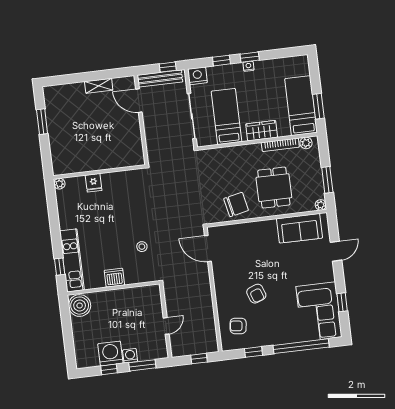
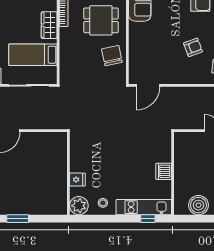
plant: (59, 184) -> (79, 206), width x1.87, depth x1.87
stool: (142, 247) -> (103, 203), moved
boiler: (80, 306) -> (198, 205), moved

